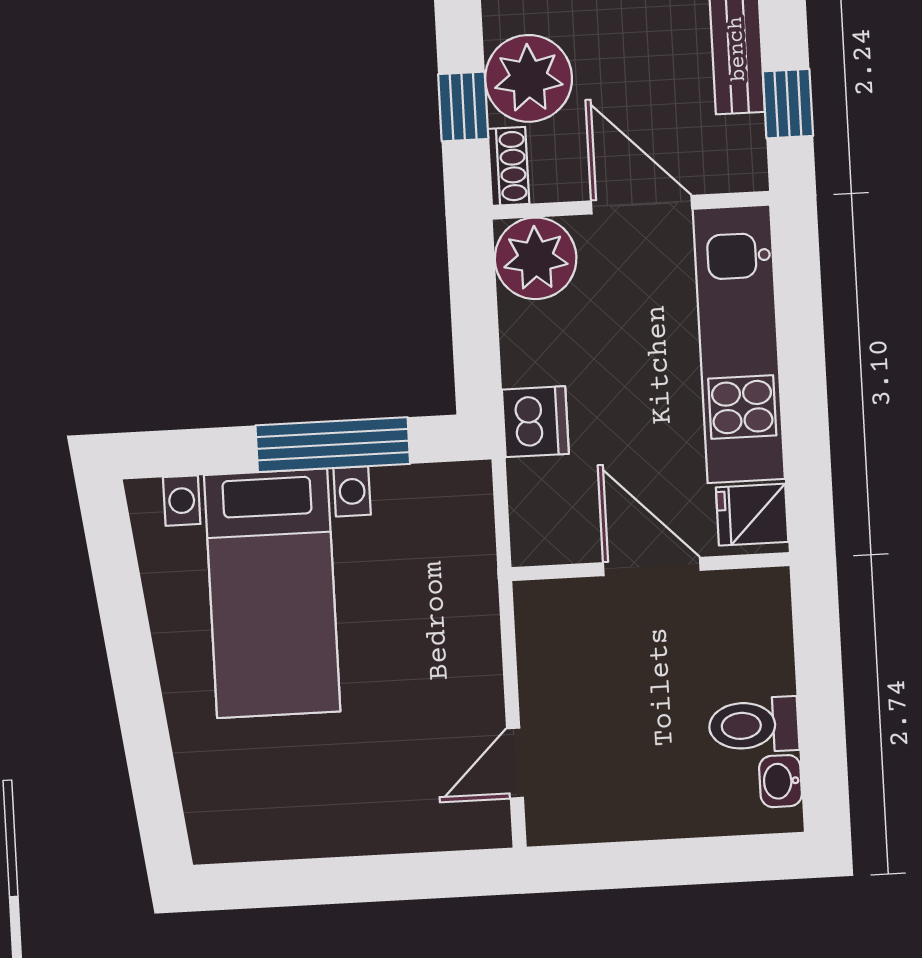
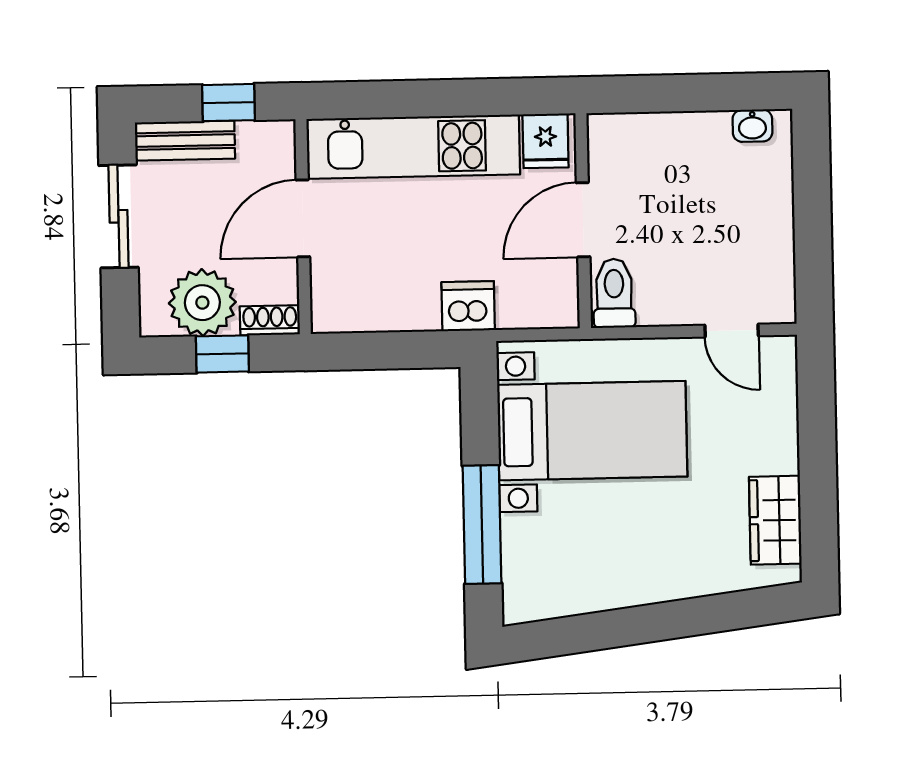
plant: (536, 258) -> (342, 302), removed
window: (333, 445) -> (482, 525), moved
bed with nightstands: (272, 593) -> (592, 431), moved
toilet: (754, 725) -> (614, 293), moved, turned 180
wardrobe: (272, 828) -> (775, 520), added

